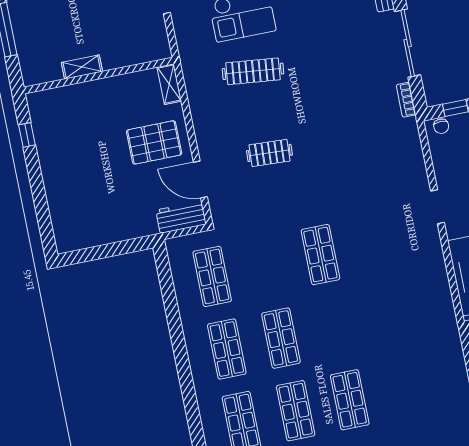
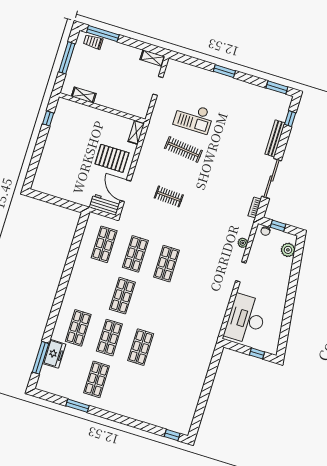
shelving: (82, 67) -> (84, 95), moved
plant: (417, 162) -> (243, 243), added
shop shelf: (227, 349) -> (135, 254), moved

